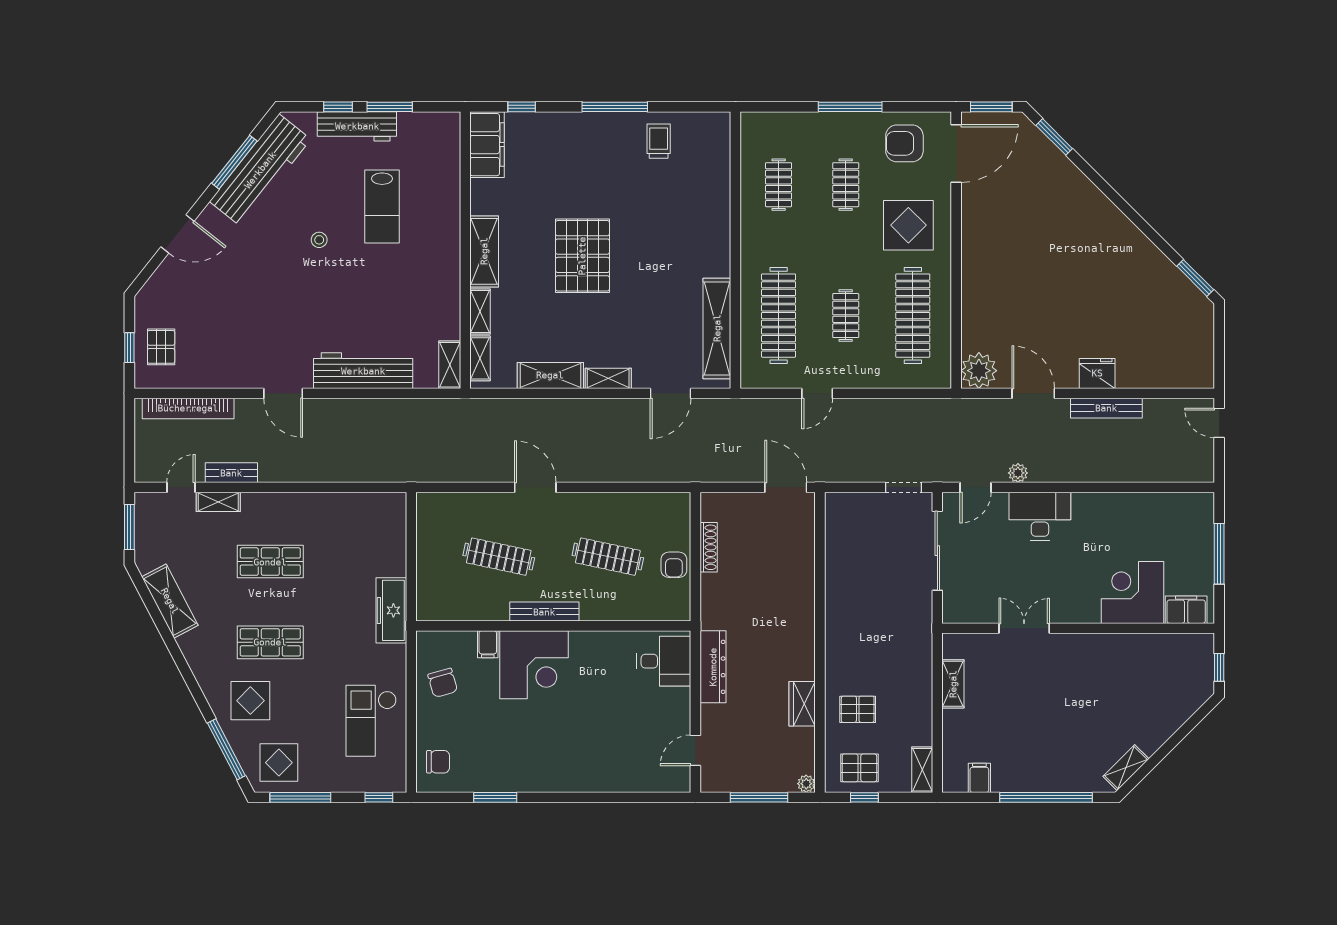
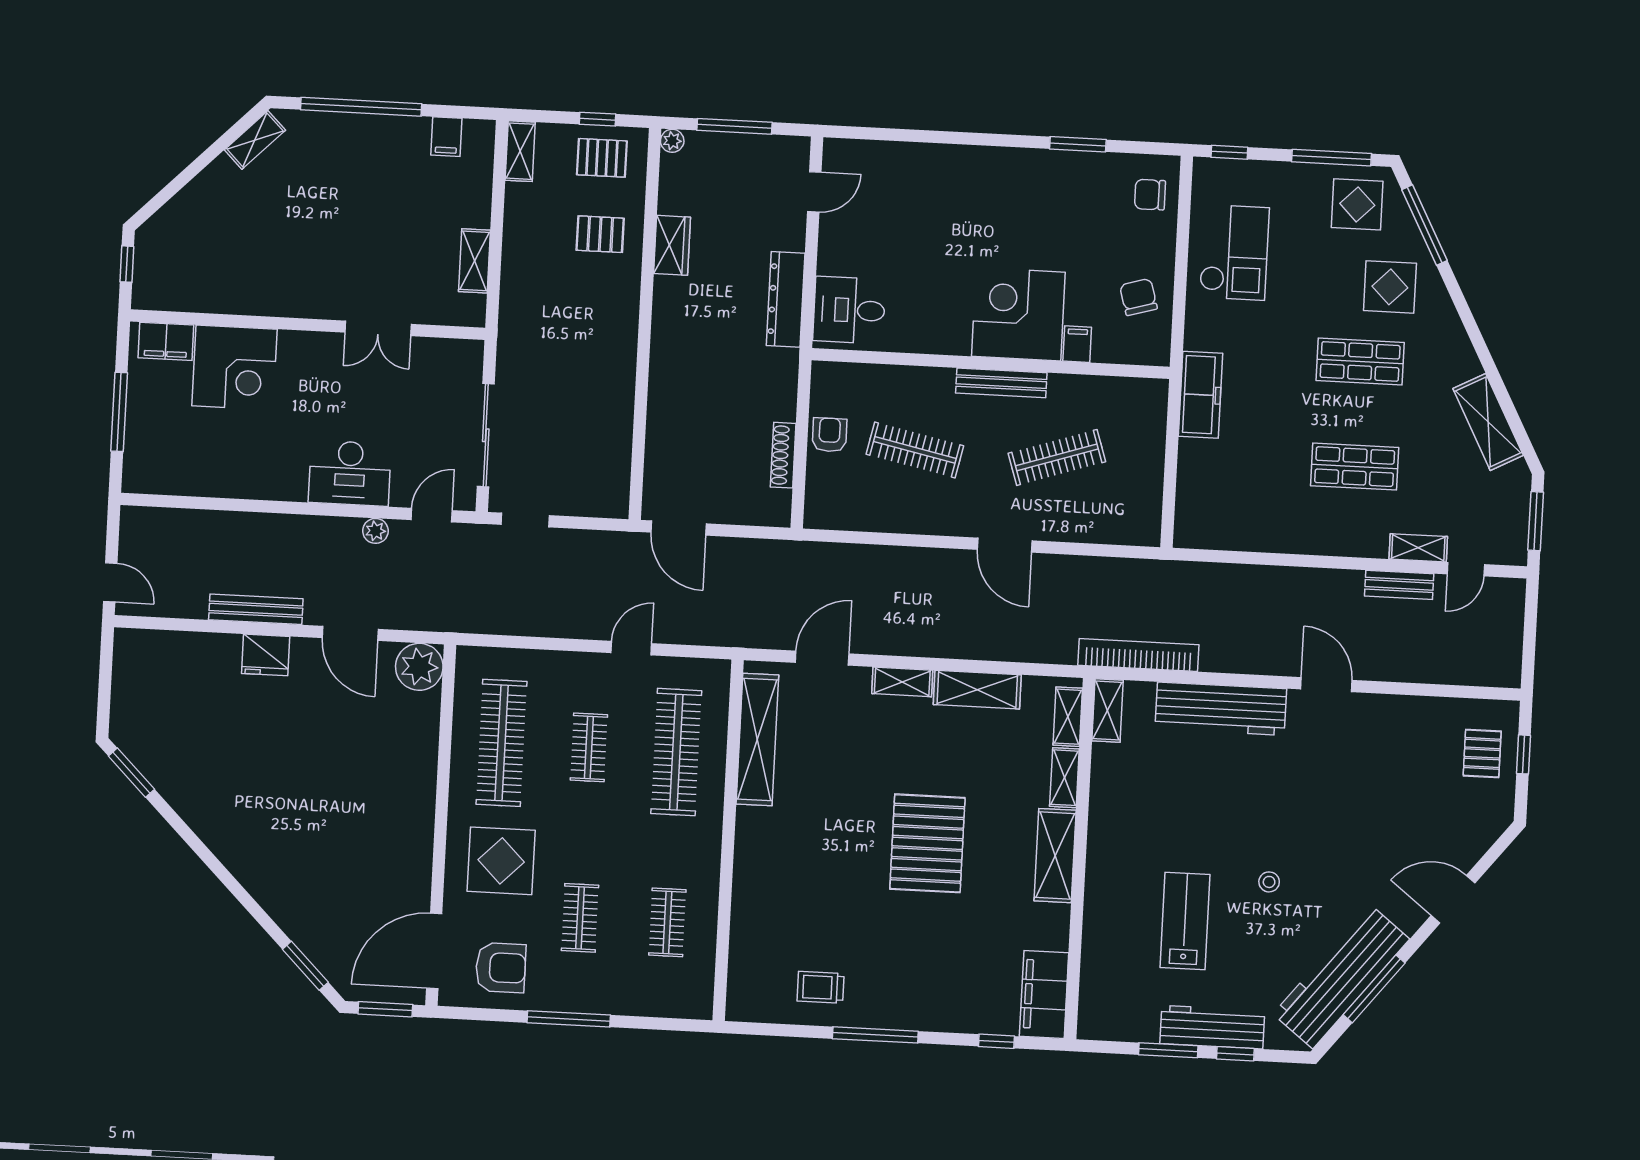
trolley: (659, 141) -> (821, 987), turned 90
bookcase: (188, 408) -> (1138, 655), moved
clothes rail: (499, 557) -> (1057, 457), turned -30

